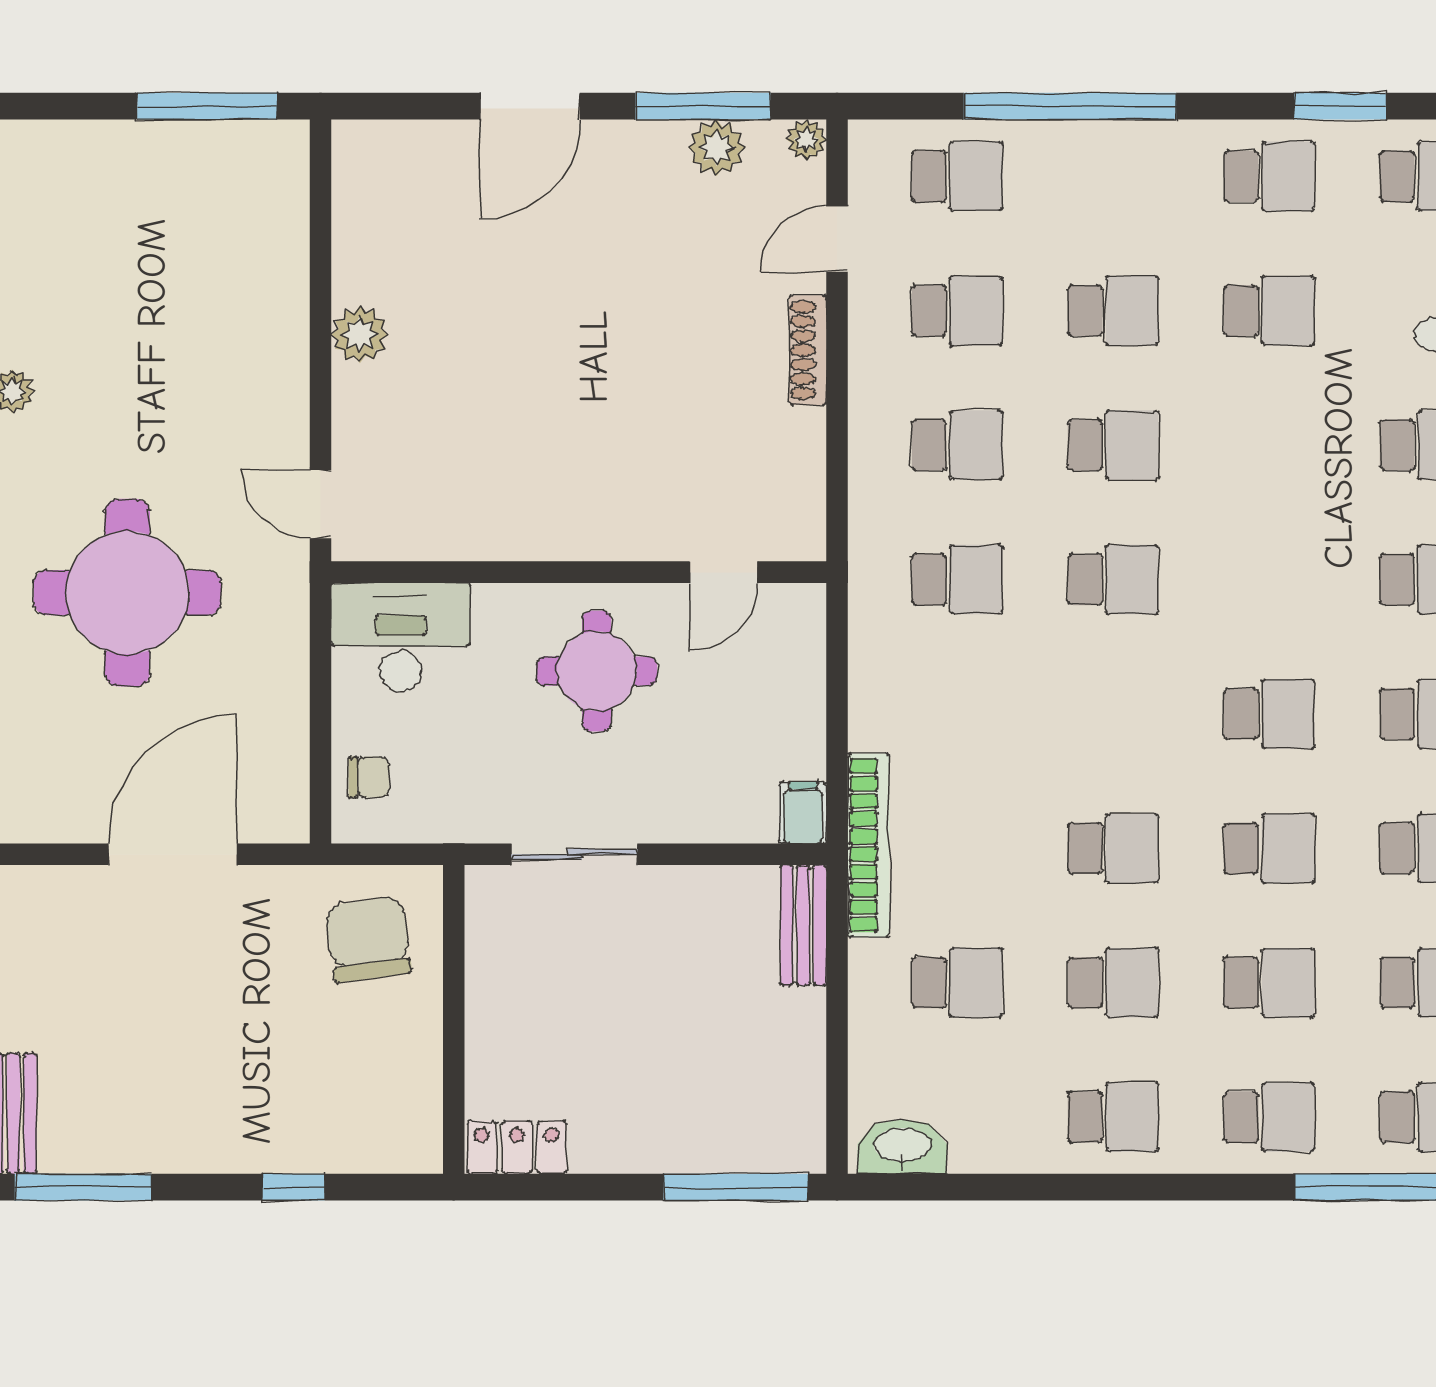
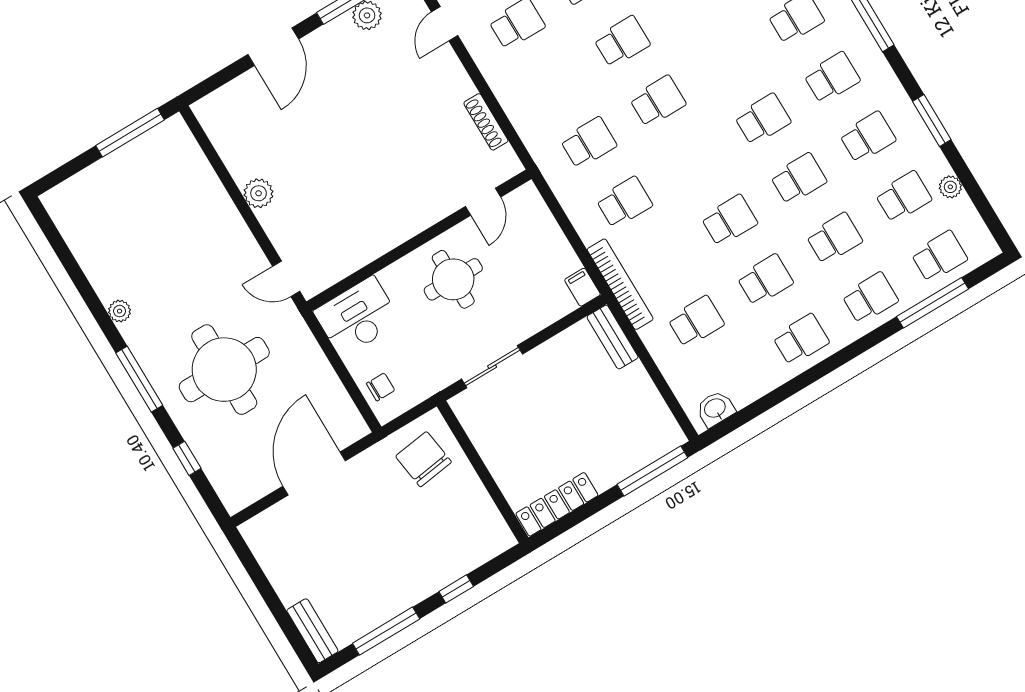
shoe rack: (808, 350) -> (486, 122), moved
school desk: (957, 445) -> (624, 202), moved
locker: (517, 1147) -> (557, 504), width x1.53
washbasin: (902, 1147) -> (715, 409), width x0.72
window: (83, 1187) -> (386, 631), moved

